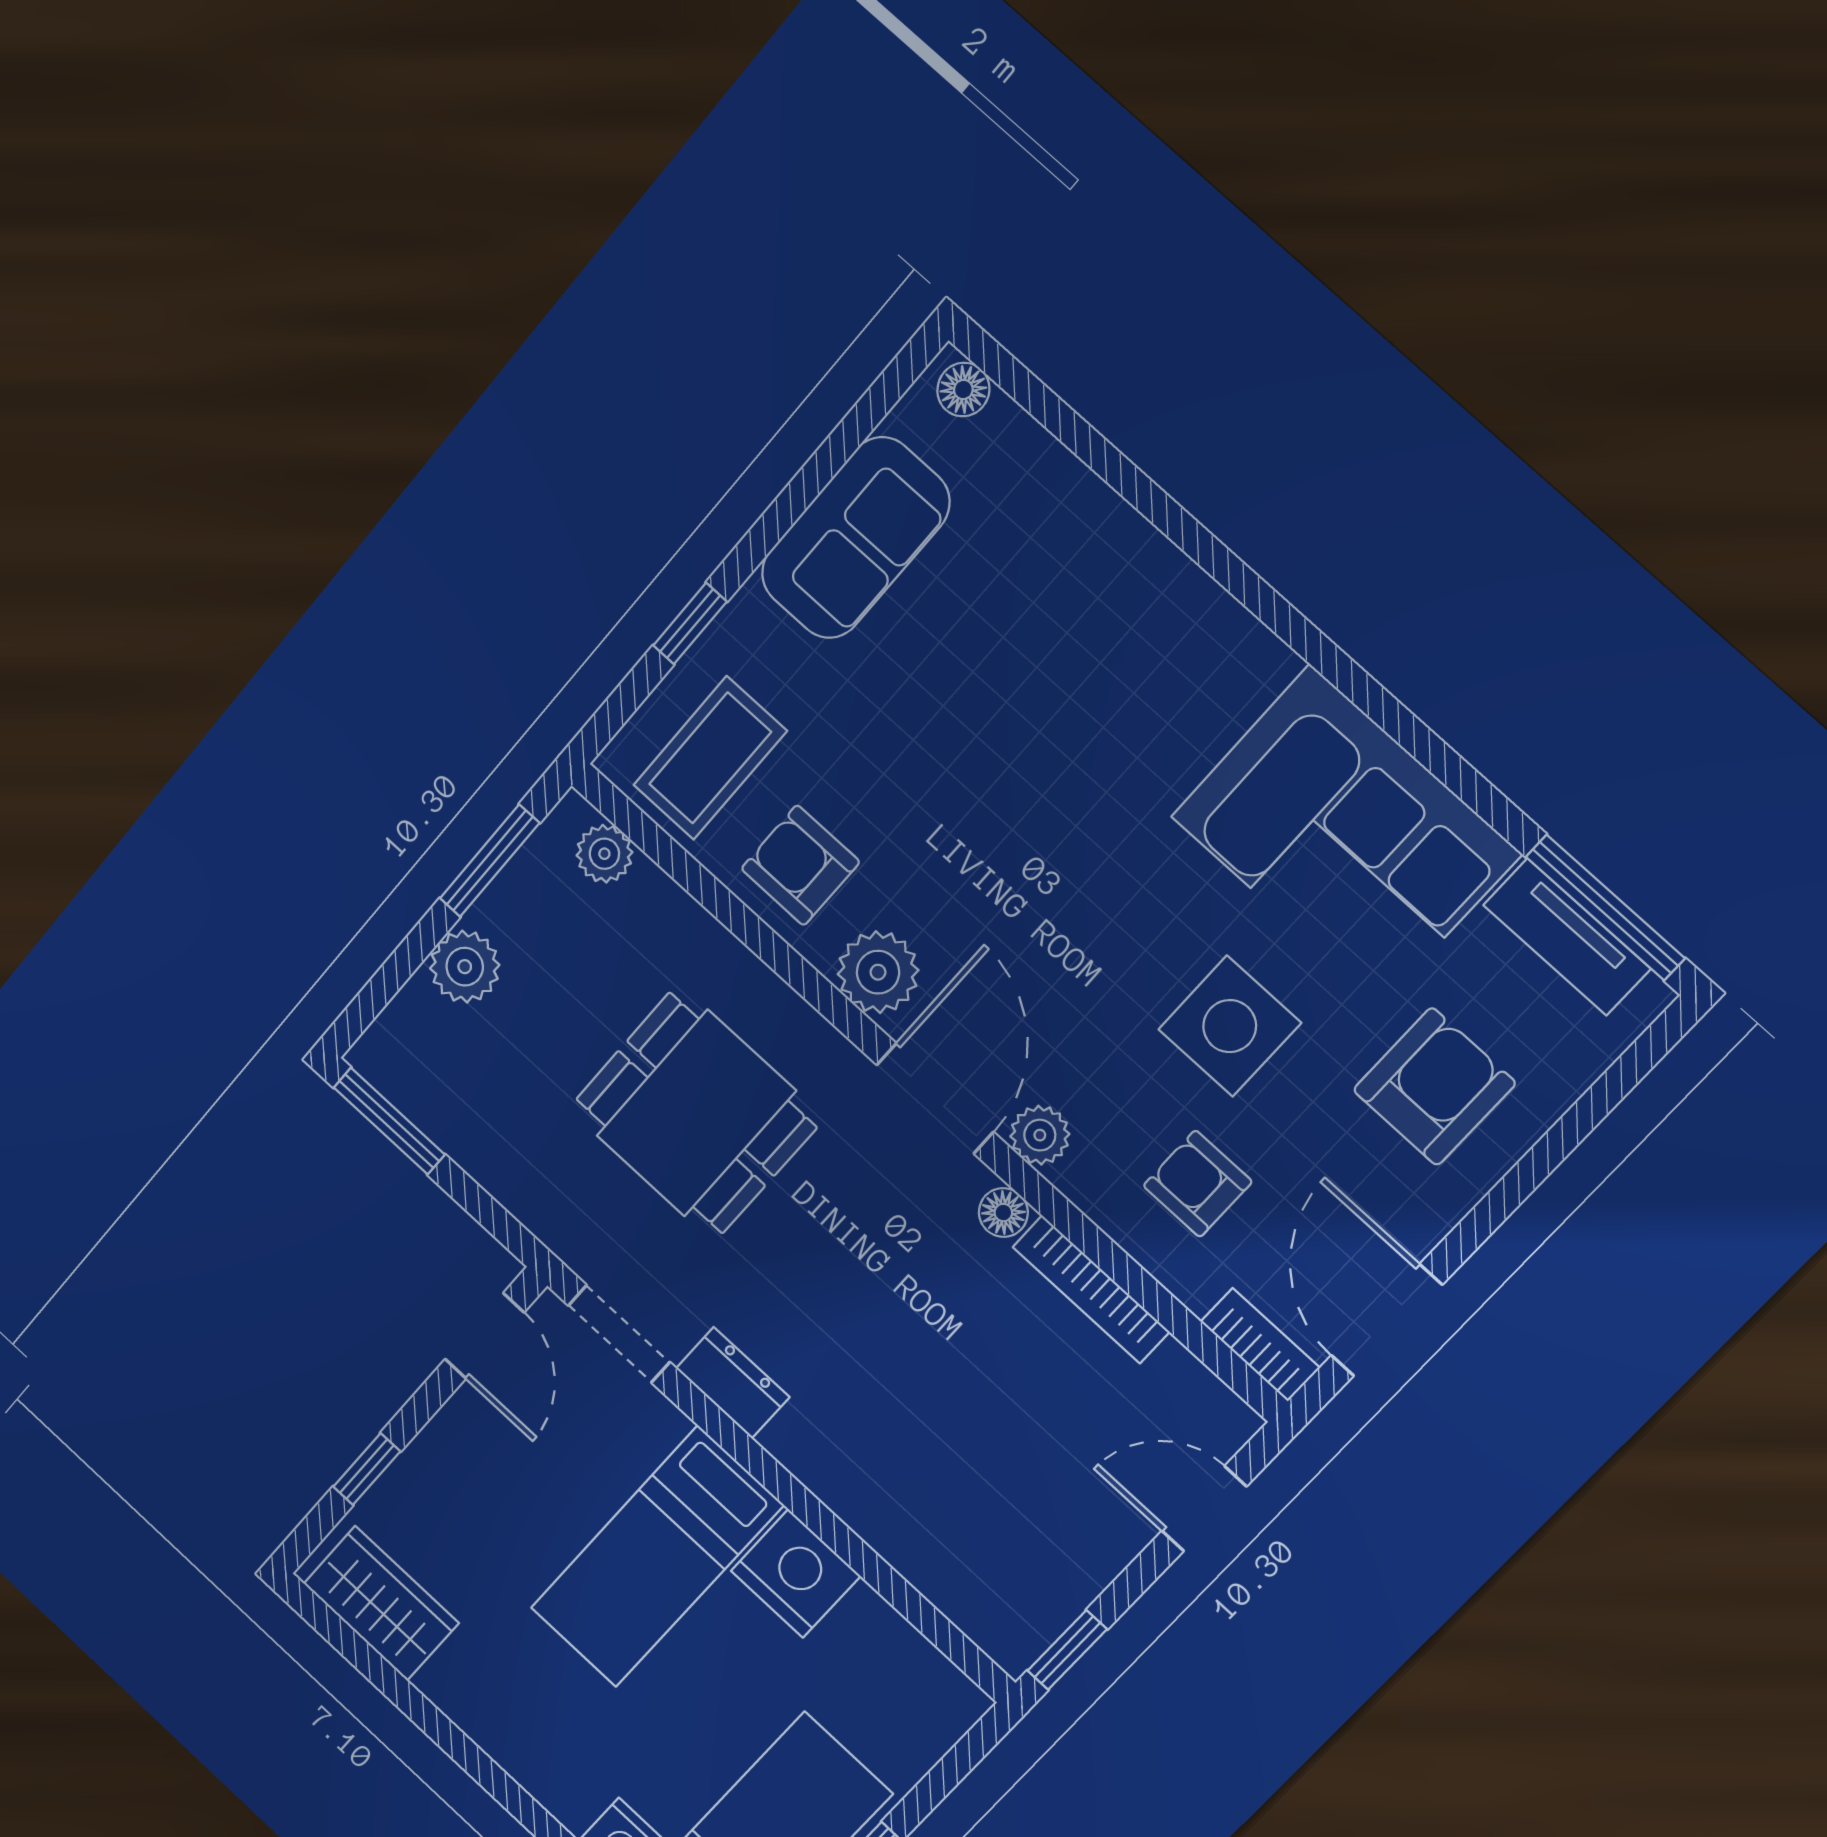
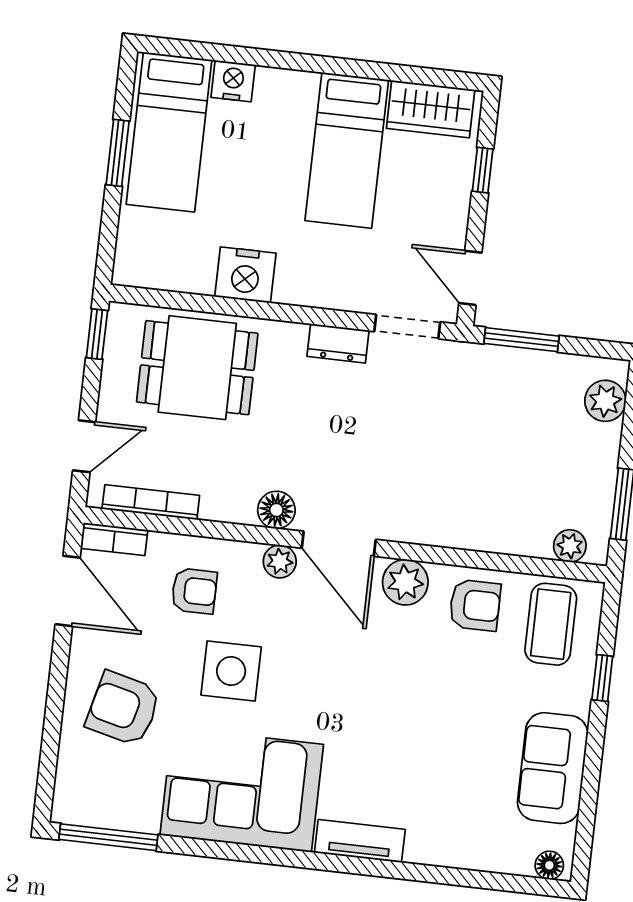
tv unit: (1567, 937) -> (360, 841), moved
plant: (465, 967) -> (605, 401), moved
armchair: (1434, 1087) -> (123, 709), turned 104
dining table: (696, 1113) -> (197, 368), moved
window: (389, 1121) -> (522, 340), moved
floor lamp: (1003, 1213) -> (276, 510), width x1.37, depth x1.37
bookcase: (1091, 1289) -> (151, 502), moved
bed: (656, 1557) -> (347, 150), moved, turned 180

